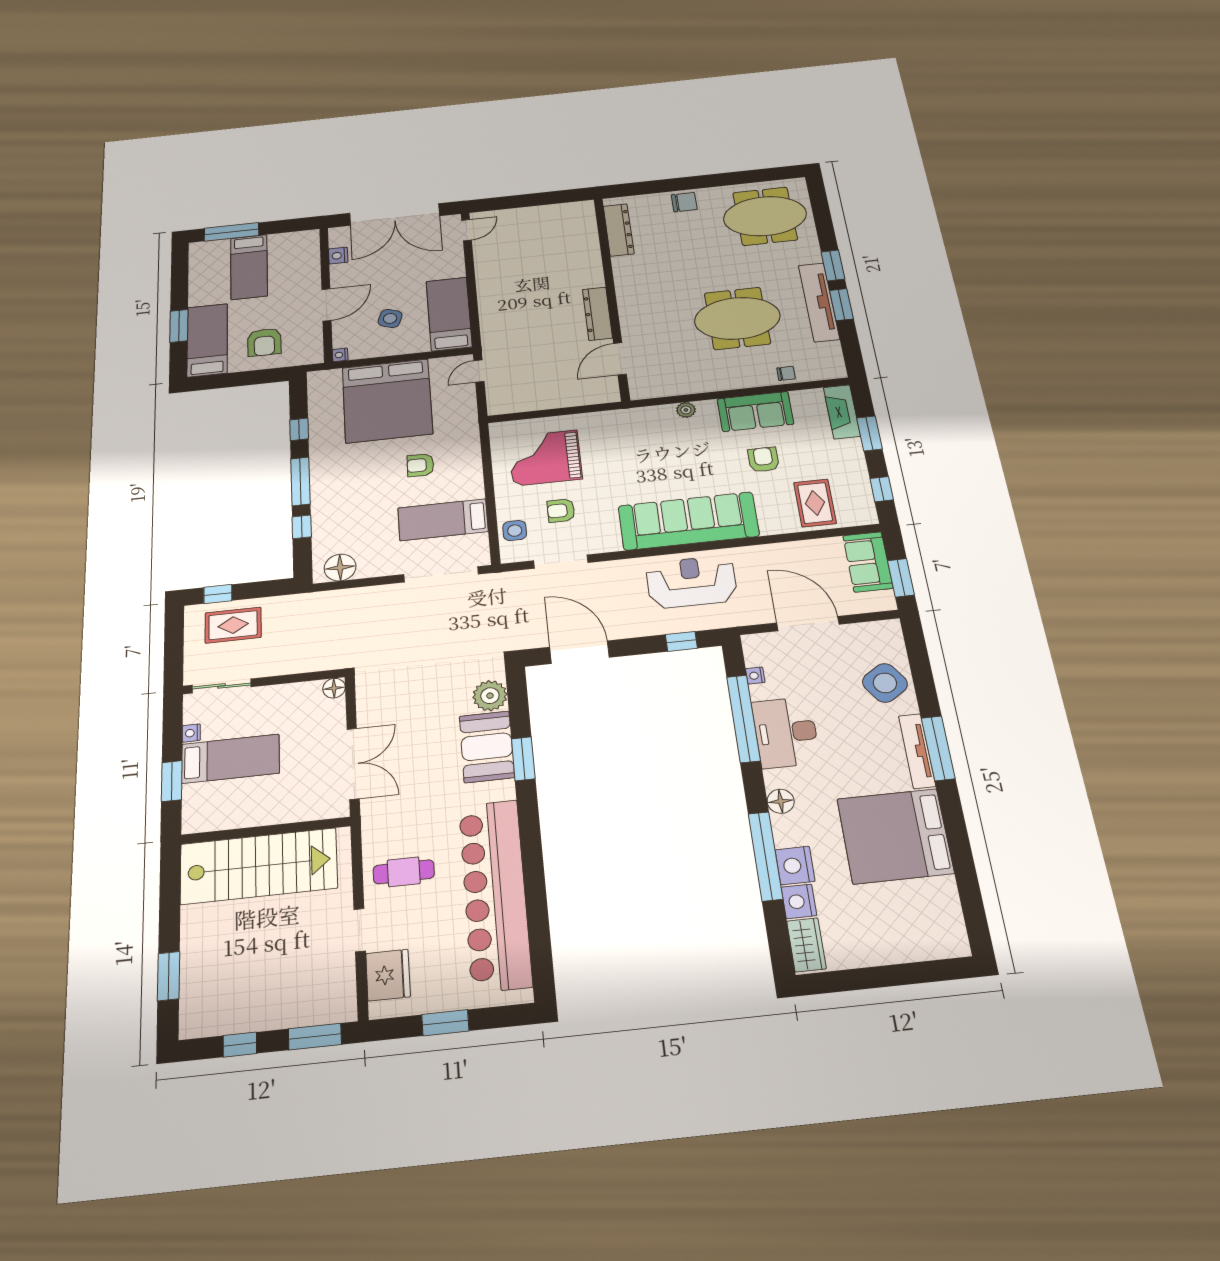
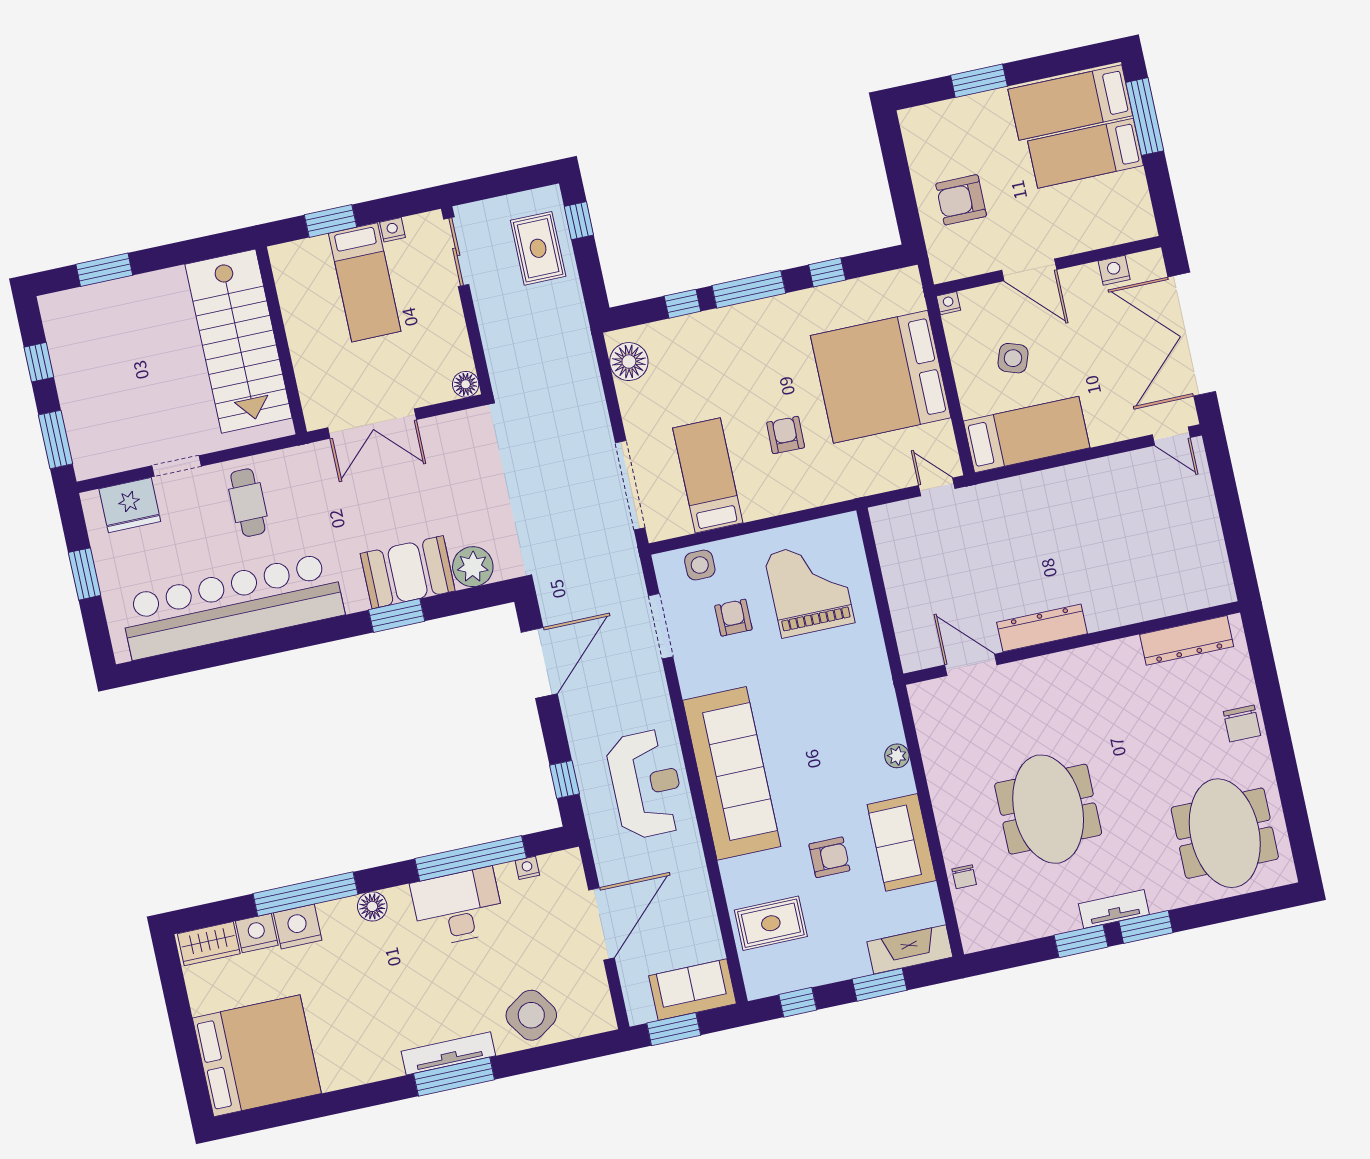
tv unit: (819, 302) -> (1114, 909), width x0.52, depth x0.78
bed: (207, 340) -> (1070, 103), moved, turned 180
bed: (895, 836) -> (257, 1056), moved, turned 90

